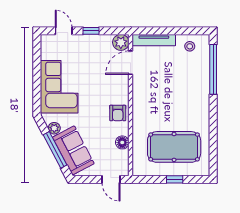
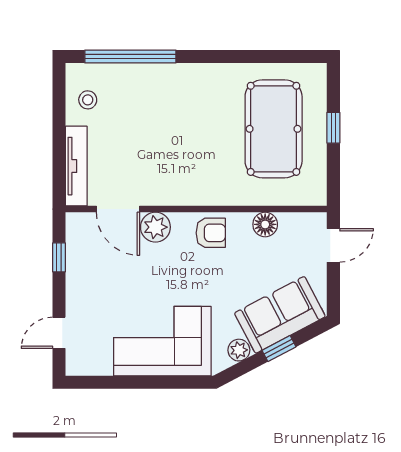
window: (91, 31) -> (59, 257), moved
plant: (121, 42) -> (155, 227), moved
window: (55, 150) -> (279, 349), width x0.46

